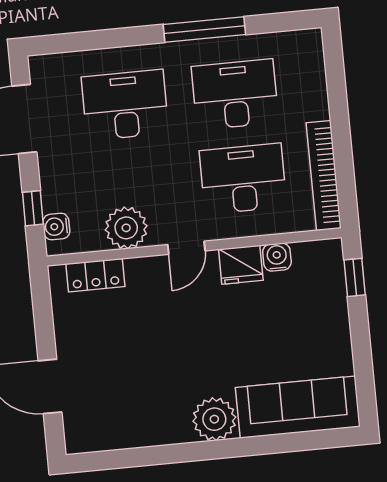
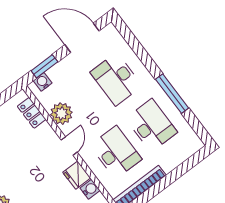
desk: (125, 105) -> (116, 79), turned 180
window: (33, 208) -> (44, 66), width x1.50
door: (186, 248) -> (69, 146), swing flipped

